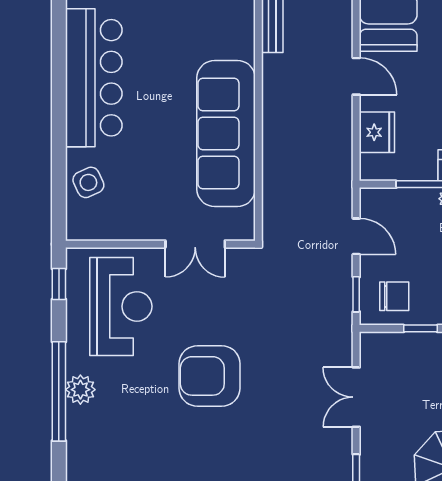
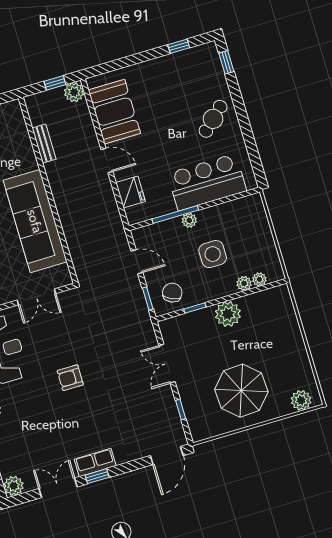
chair: (394, 296) -> (172, 293), turned -65
armchair: (210, 376) -> (70, 378), width x0.53, depth x0.53

